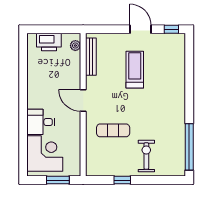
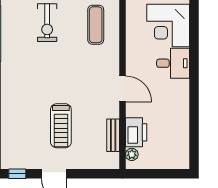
printer: (49, 42) -> (136, 132), moved, turned 90
bench: (91, 57) -> (113, 135), width x0.73
exercise mat: (113, 130) -> (96, 25), moved, turned 90

